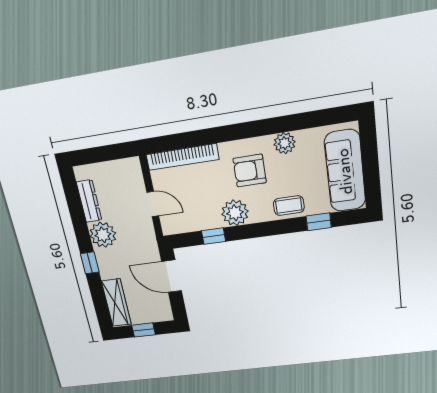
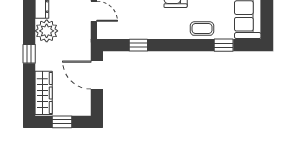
plant: (235, 213) -> (159, 28), removed

